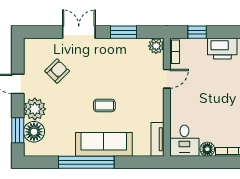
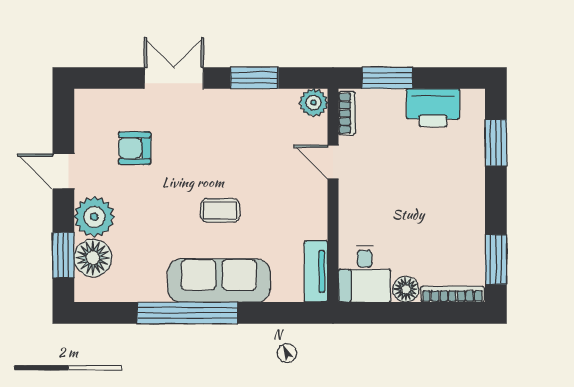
window: (197, 32) -> (387, 78), width x1.50
armchair: (57, 71) -> (135, 148), turned -135
door: (167, 79) -> (333, 162), swing flipped

